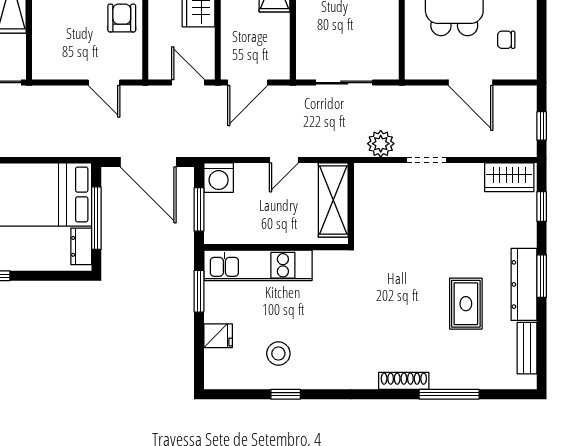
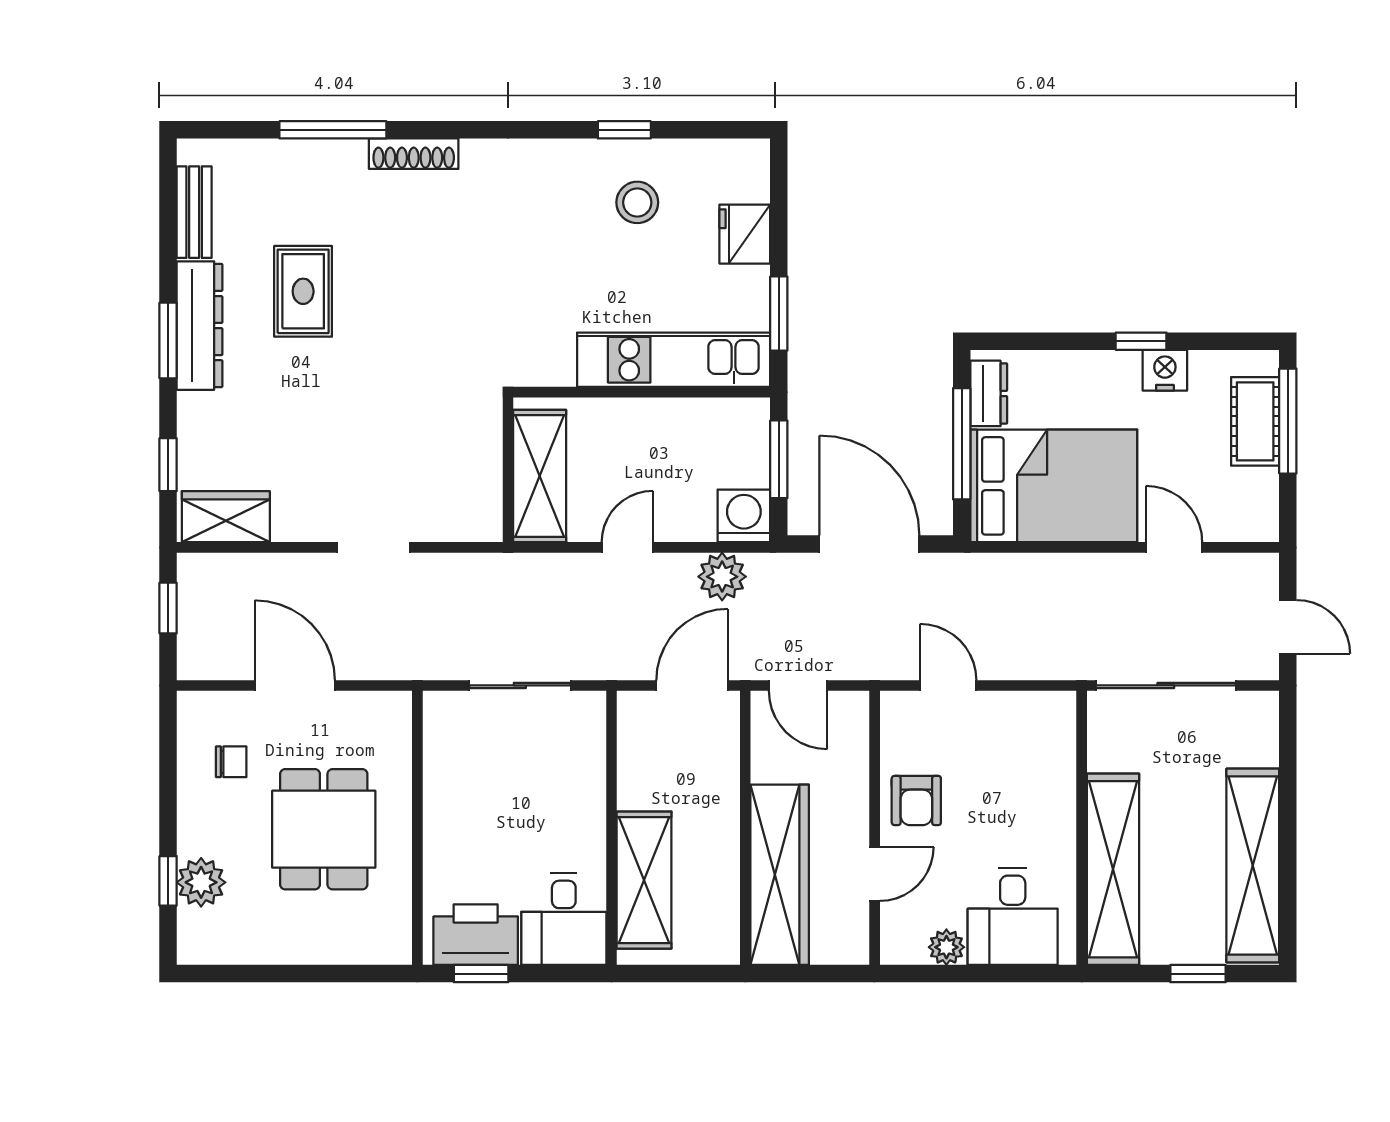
plant: (381, 144) -> (722, 577), moved
fridge: (218, 336) -> (745, 234), width x1.38

